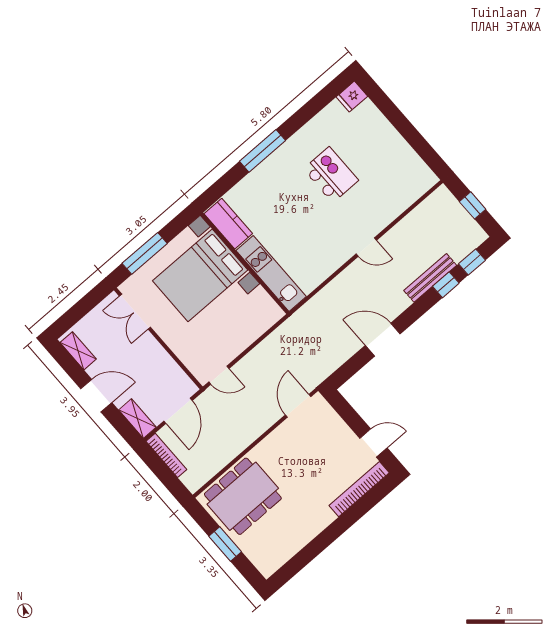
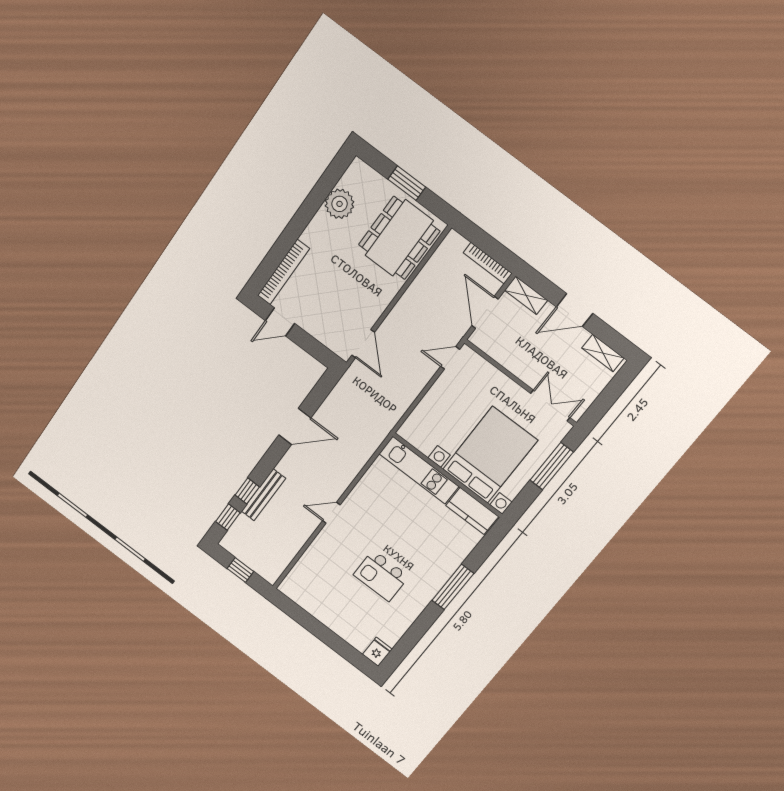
plant: (291, 540) -> (340, 204), added

